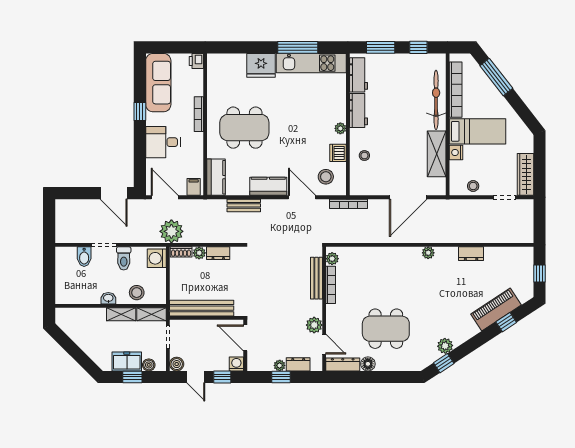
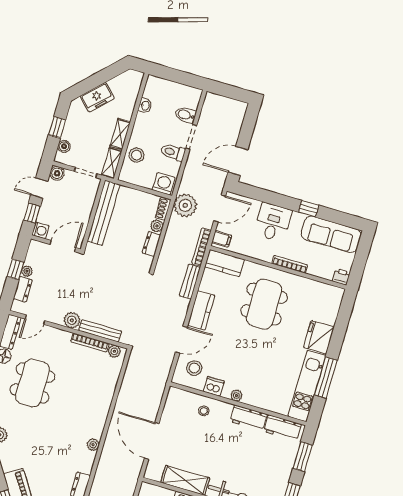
bookcase: (348, 204) -> (202, 247), moved
washbasin: (108, 298) -> (145, 106), moved
plant: (314, 325) -> (72, 320), moved
freezer: (127, 362) -> (97, 97), moved, turned 45

